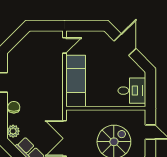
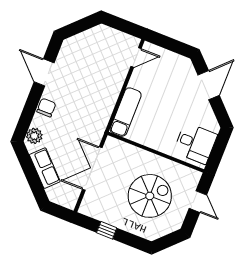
exam couch: (76, 81) -> (126, 112), width x0.73, depth x0.69

